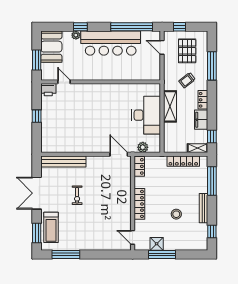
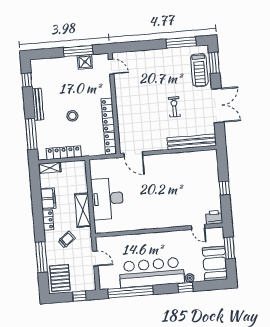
door: (162, 47) -> (95, 259), moved
pallet: (187, 51) -> (60, 278), moved
window: (212, 137) -> (35, 181), removed
plant: (143, 147) -> (108, 164), removed
locker: (139, 204) -> (108, 115), moved
stool: (176, 214) -> (72, 116), moved
treadmill: (51, 227) -> (199, 70), turned 180

